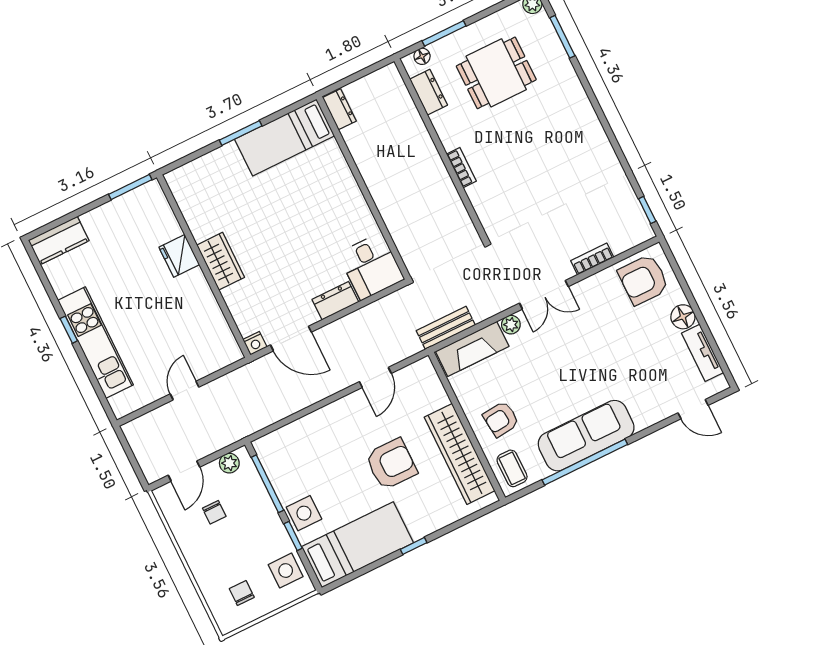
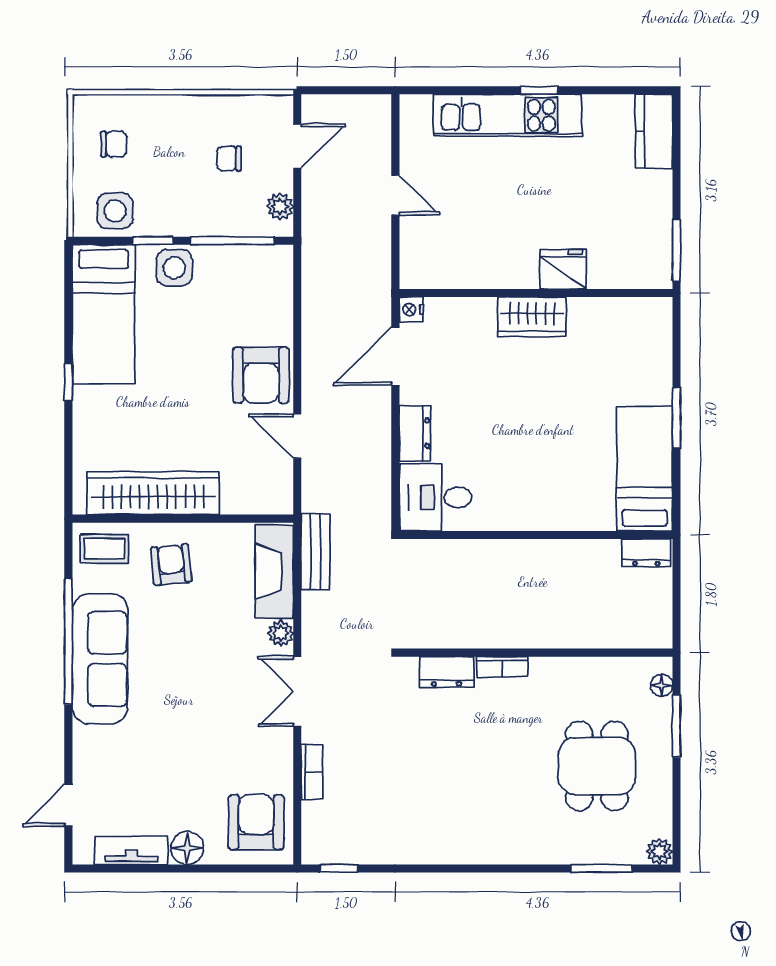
dresser: (429, 92) -> (446, 672), moved
armchair: (391, 464) -> (261, 375), moved
door: (184, 471) -> (297, 146), swing flipped

